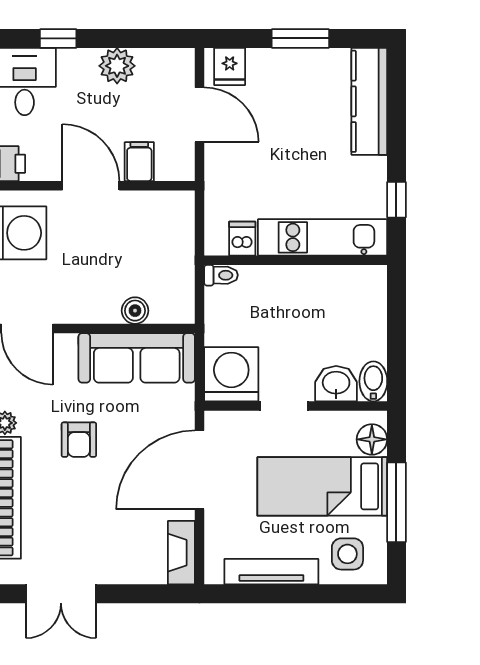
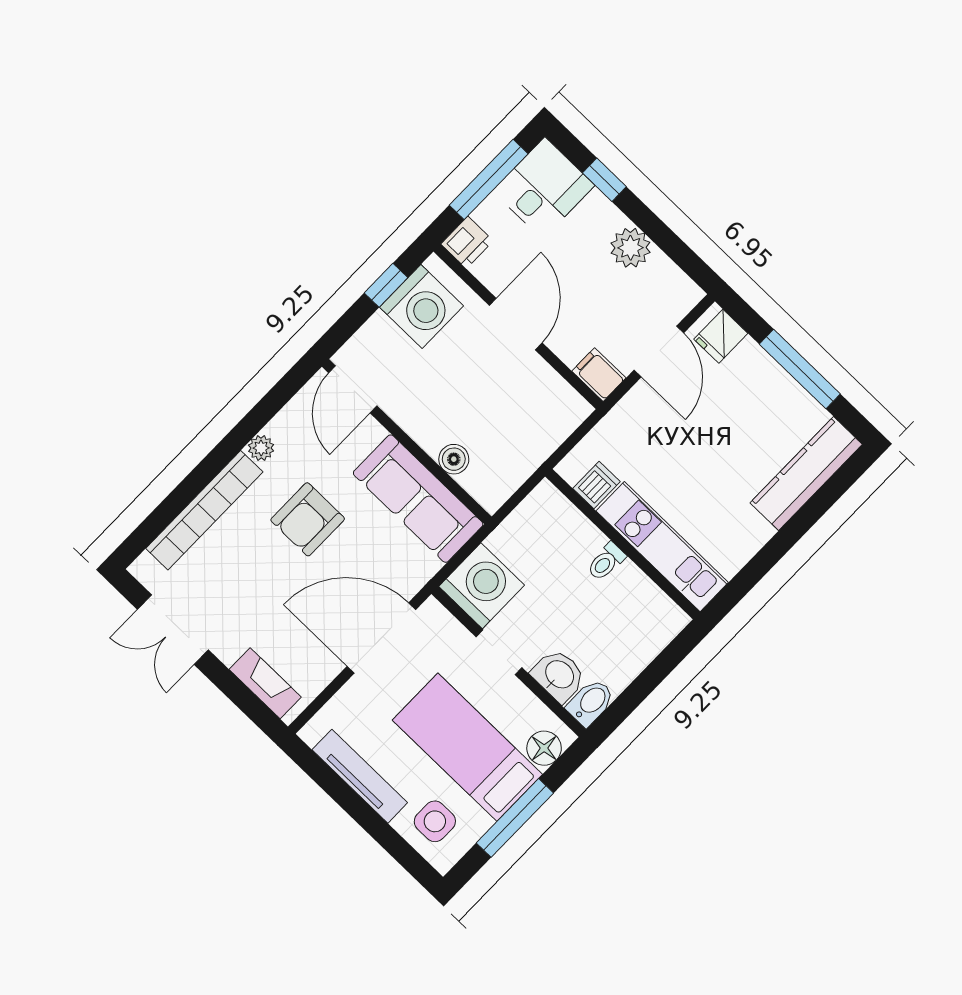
window: (300, 38) -> (800, 369), width x1.44
filing cabinet: (139, 162) -> (599, 375), moved, turned -90
window: (396, 200) -> (751, 574), removed
toilet: (221, 275) -> (606, 562), moved, turned 90
armchair: (79, 440) -> (308, 519), width x1.38, depth x1.38
fireplace: (181, 553) -> (265, 683), moved, turned 90

